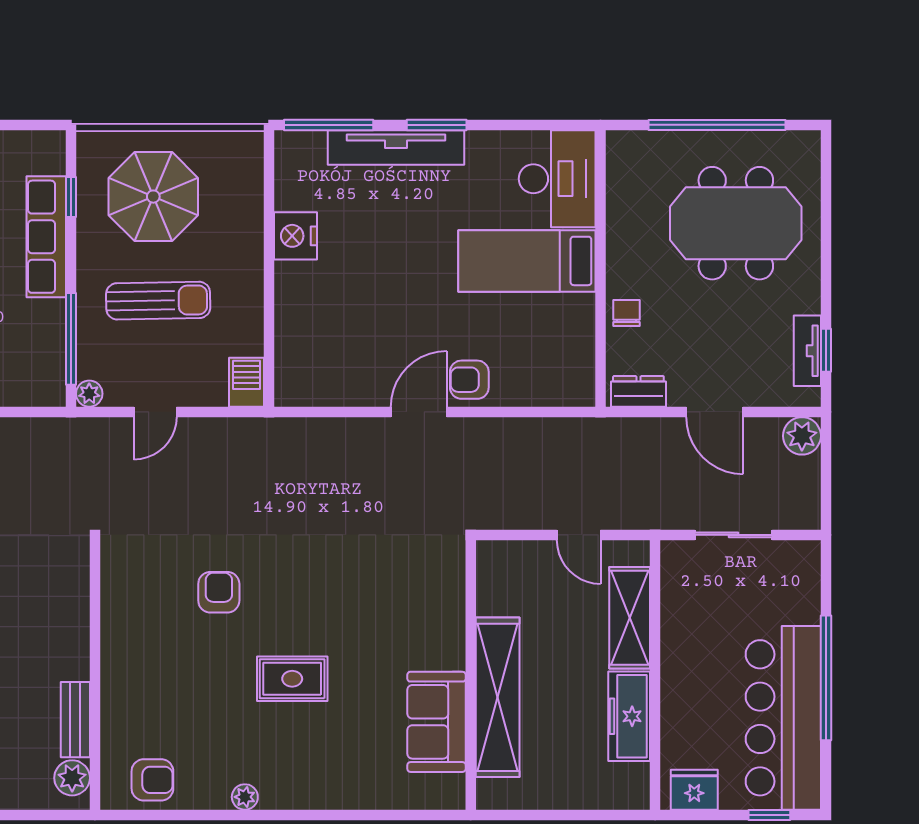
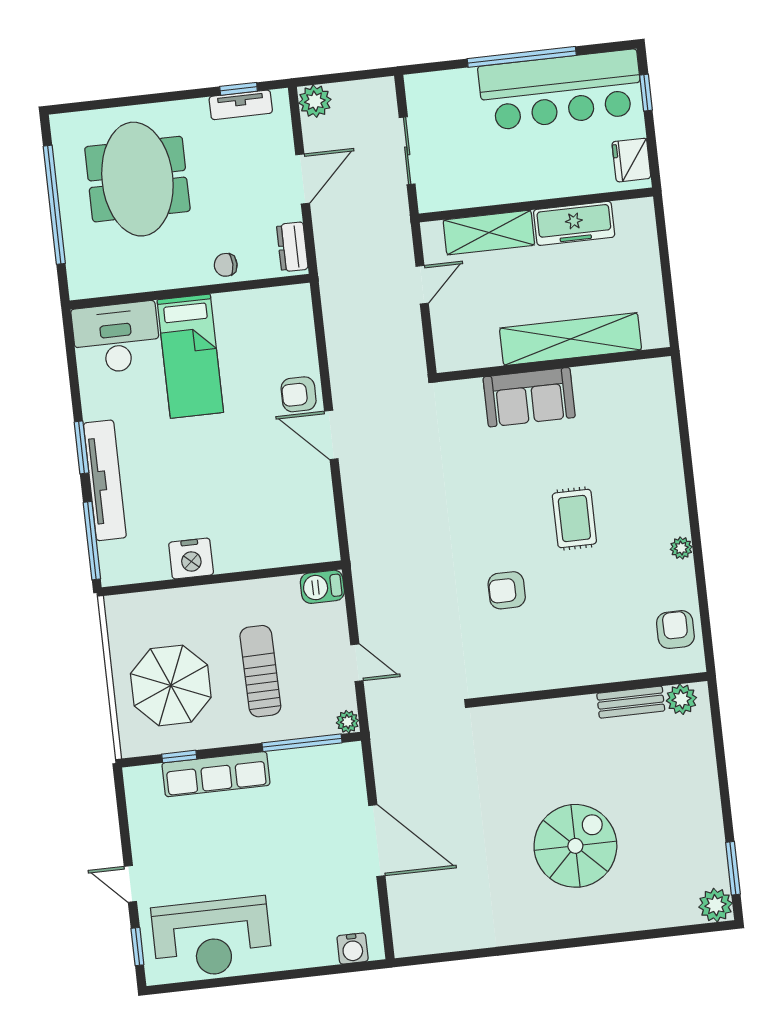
armchair: (469, 380) -> (299, 394), turned 90
sofa: (437, 722) -> (529, 397), moved

